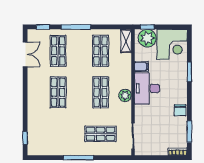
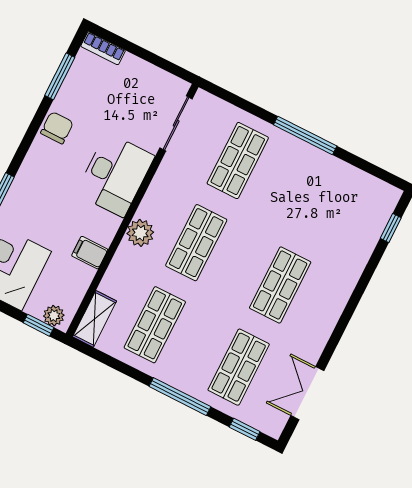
plant: (147, 38) -> (54, 316), width x0.53, depth x0.53
desk: (147, 88) -> (115, 175), moved
plant: (125, 95) -> (140, 233), moved
shop shelf: (101, 134) -> (238, 161), turned 90

